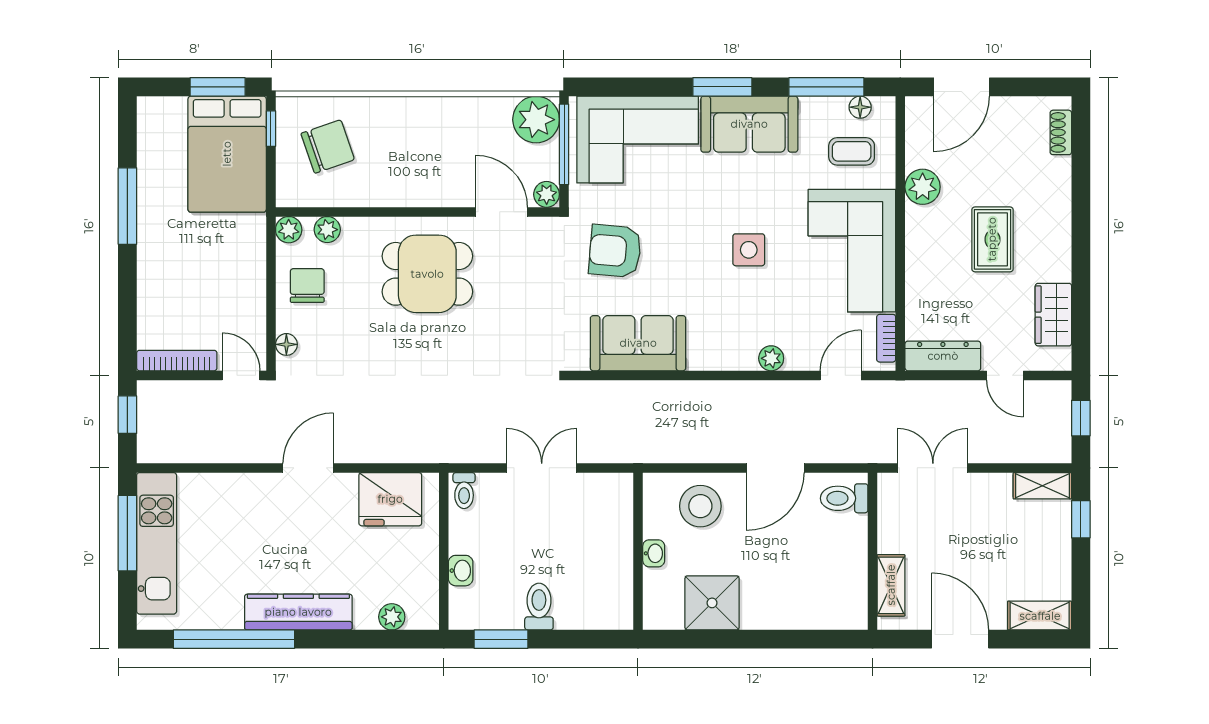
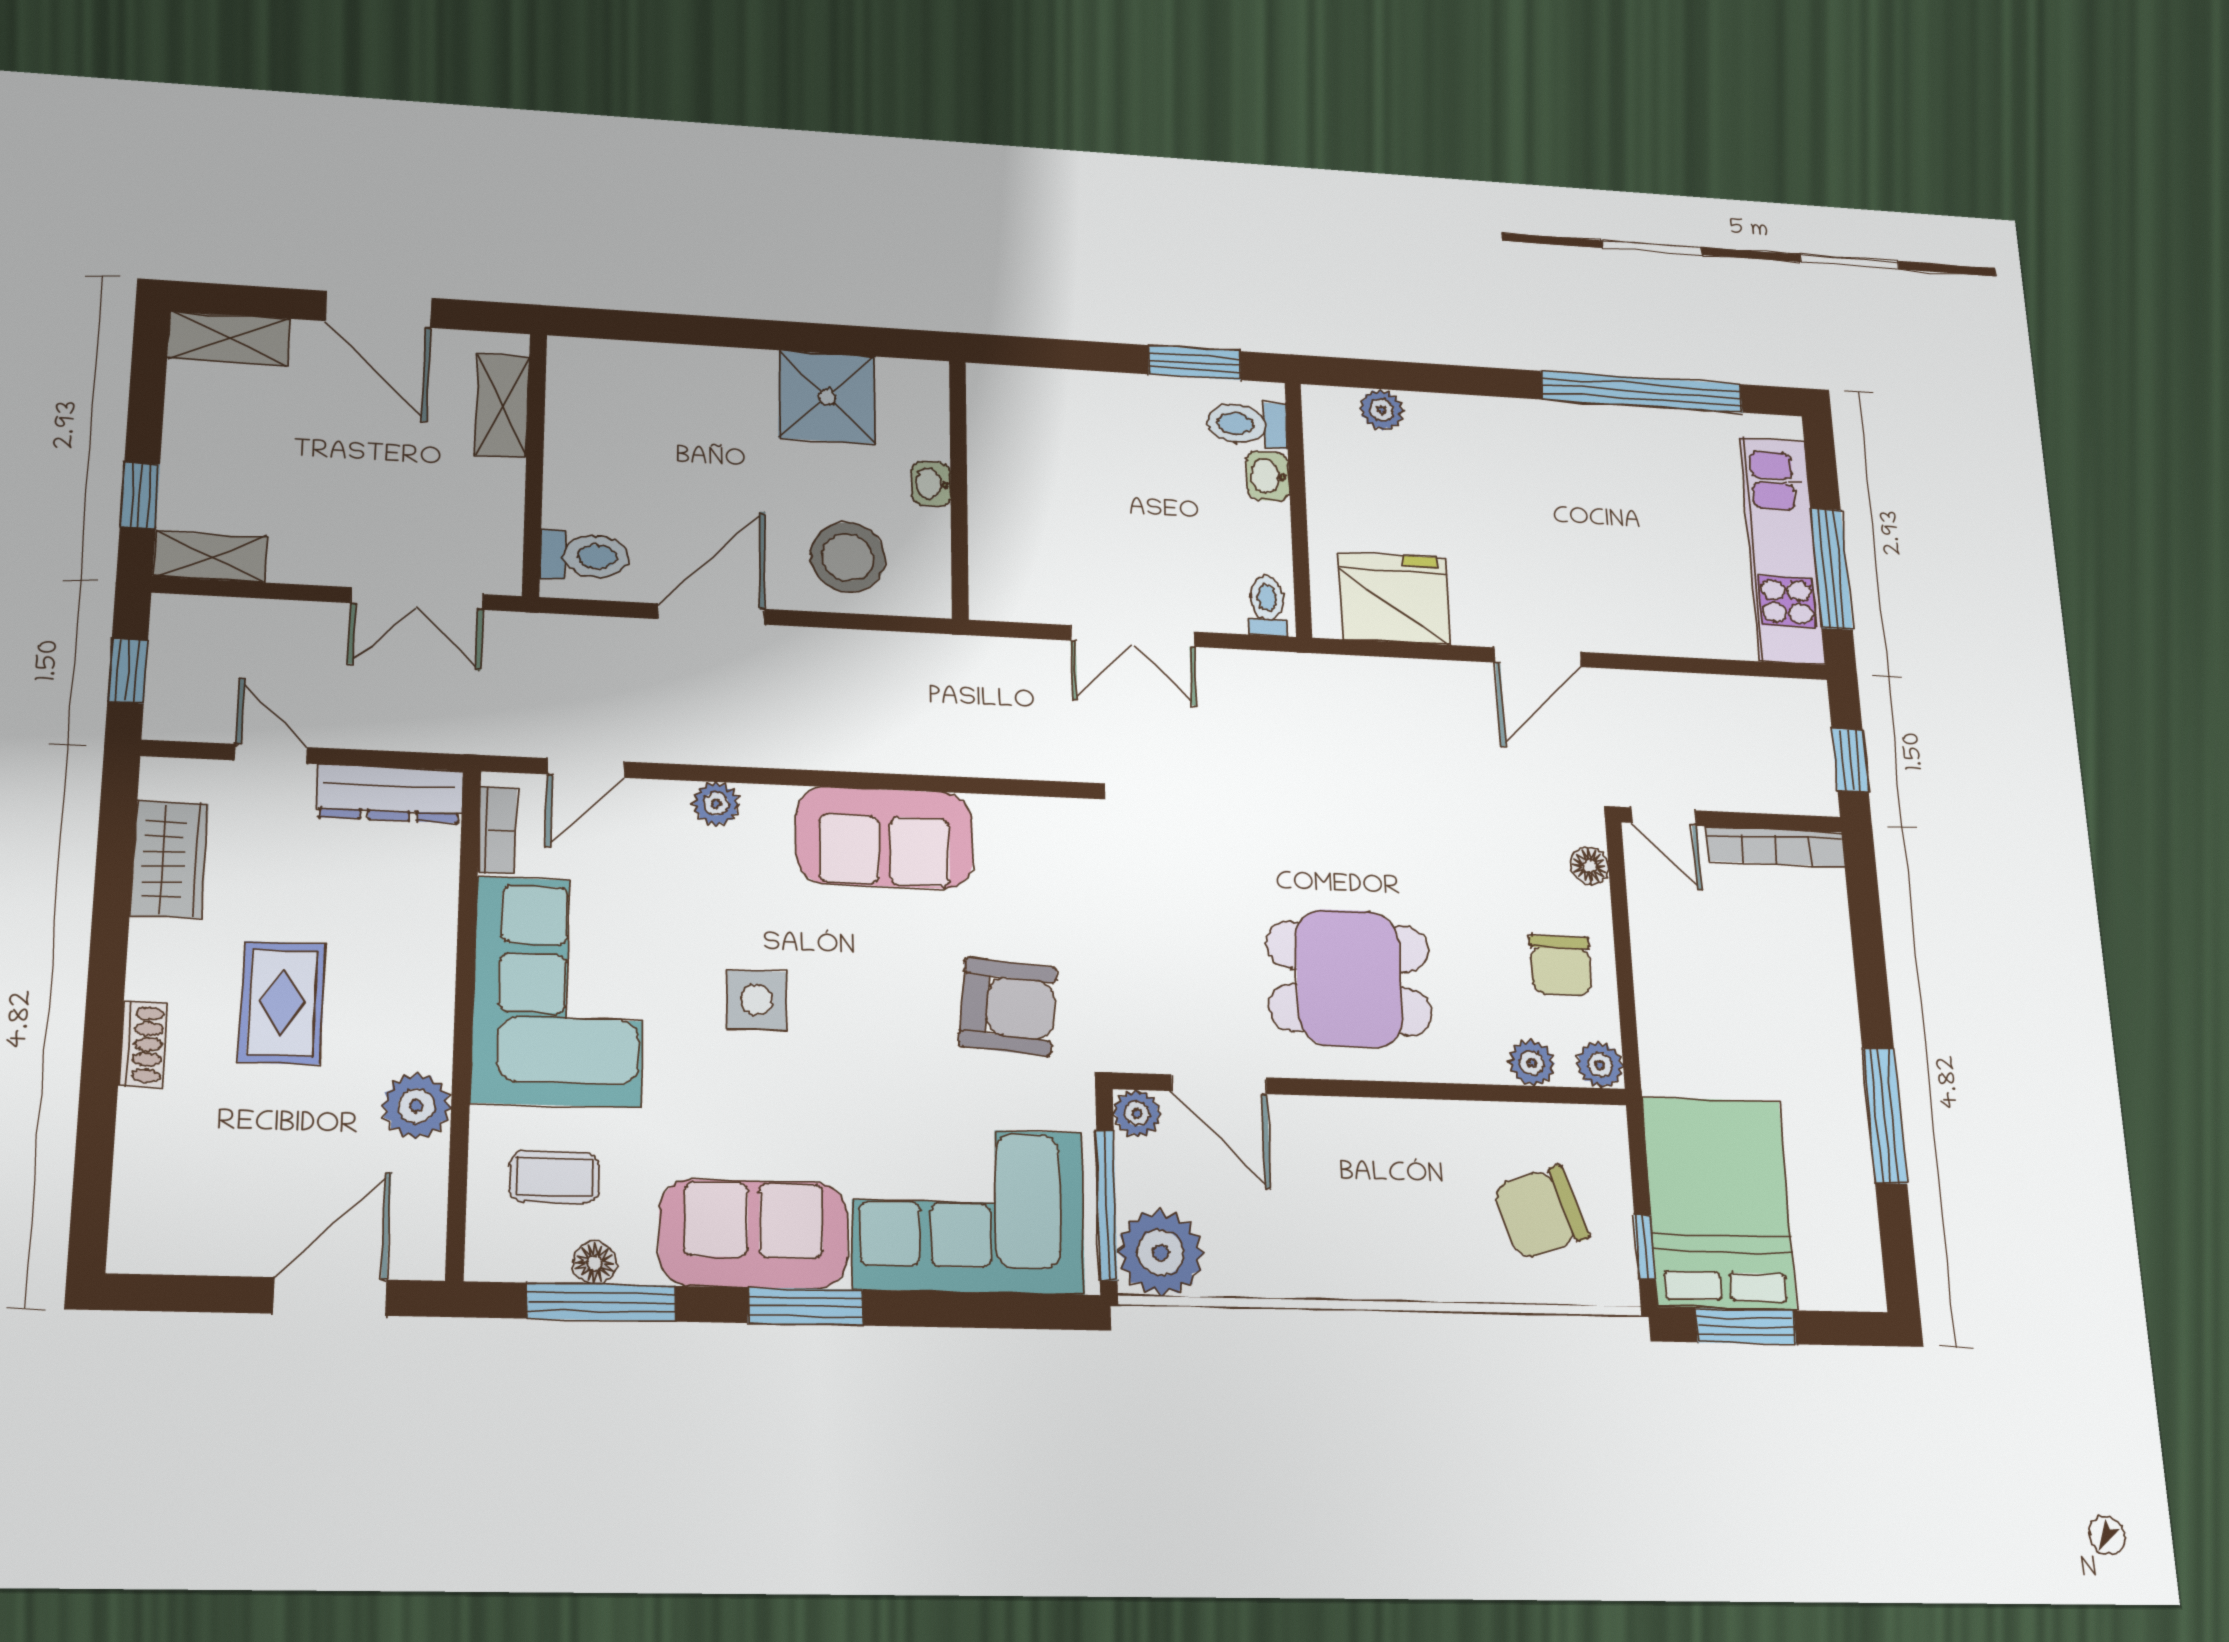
floor lamp: (860, 107) -> (595, 1263), moved
shoe rack: (1061, 132) -> (143, 1044), moved
sofa: (638, 343) -> (885, 838), moved
toilet: (539, 607) -> (1247, 424), moved, turned 90
kitchen counter: (298, 612) -> (1539, 427), removed

